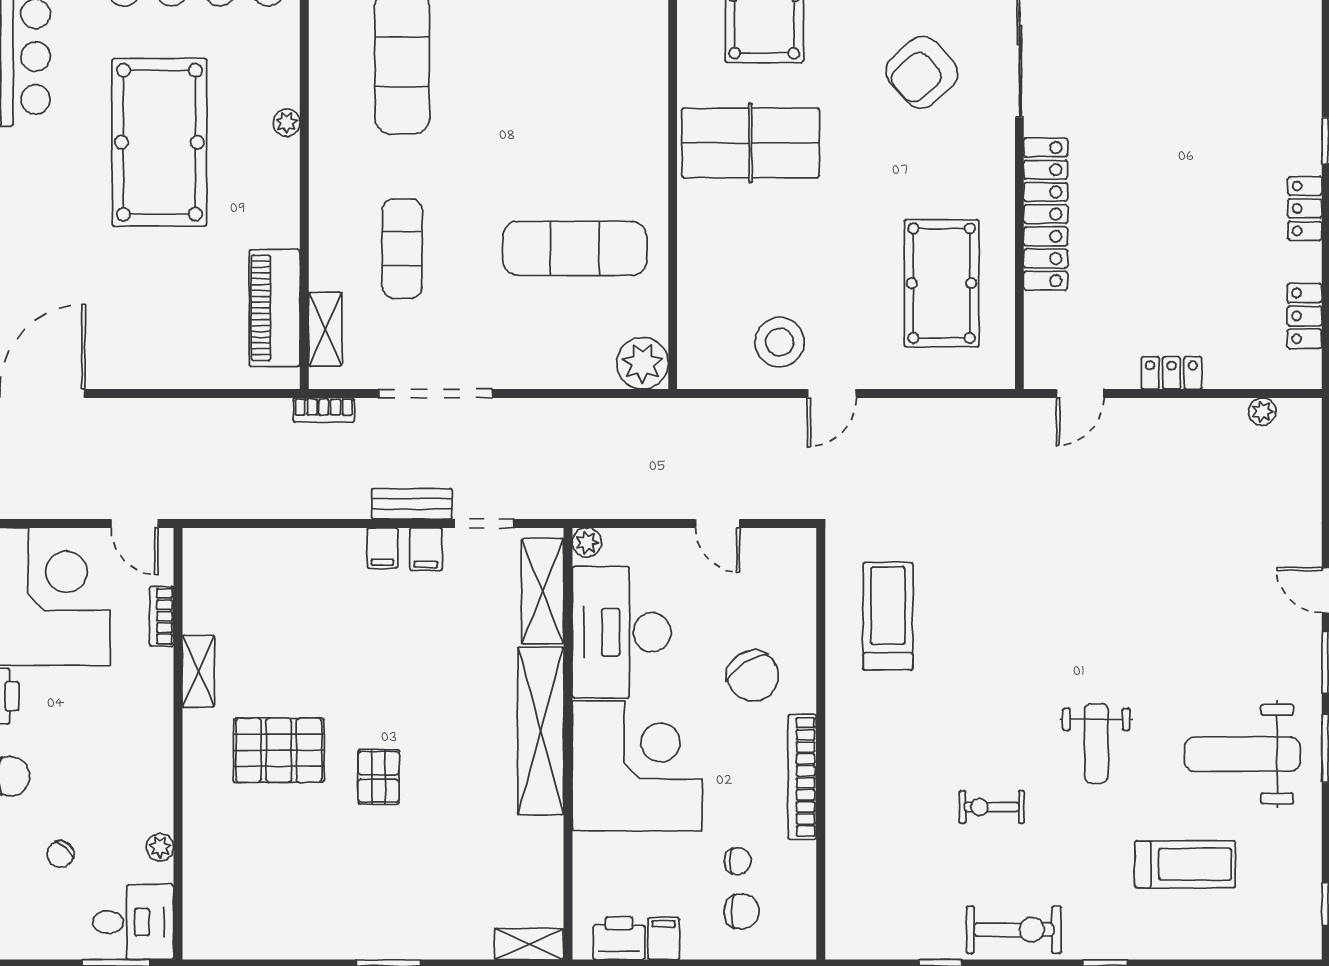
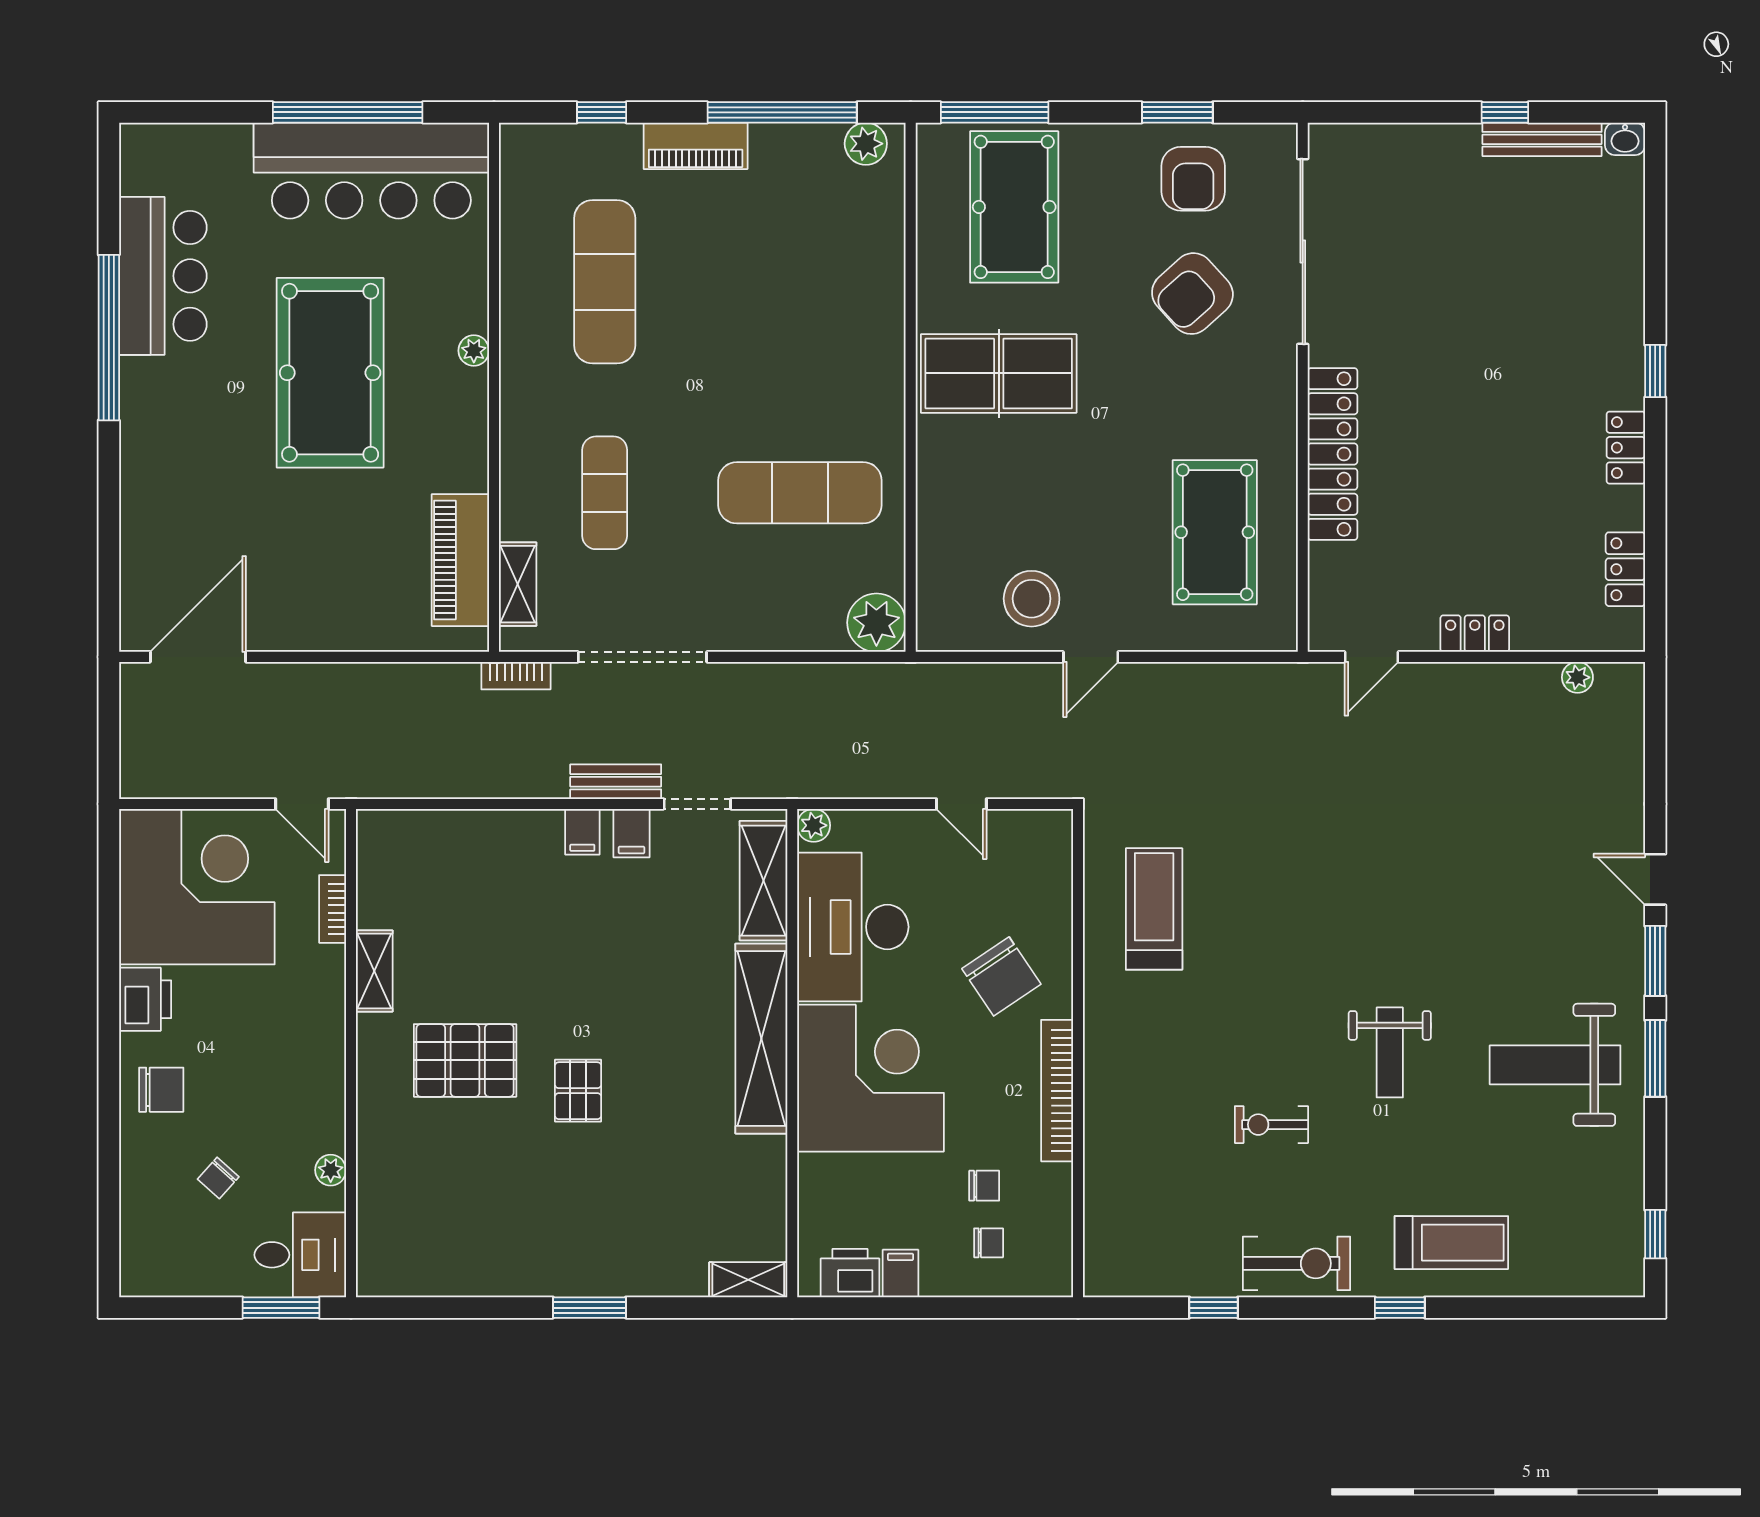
treadmill: (1185, 864) -> (1451, 1243), moved
chair: (742, 911) -> (989, 1243), width x0.73, depth x0.73

